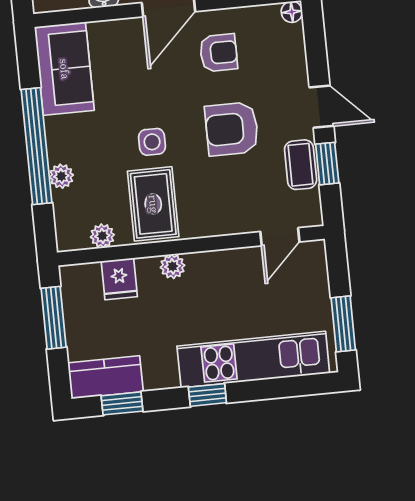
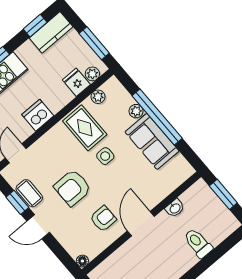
armchair: (219, 53) -> (103, 219), turned 180
sofa: (64, 69) -> (152, 141), moved
armchair: (232, 129) -> (73, 188), turned 180
plant: (173, 266) -> (92, 74), moved
dishwasher: (209, 270) -> (38, 115), added

